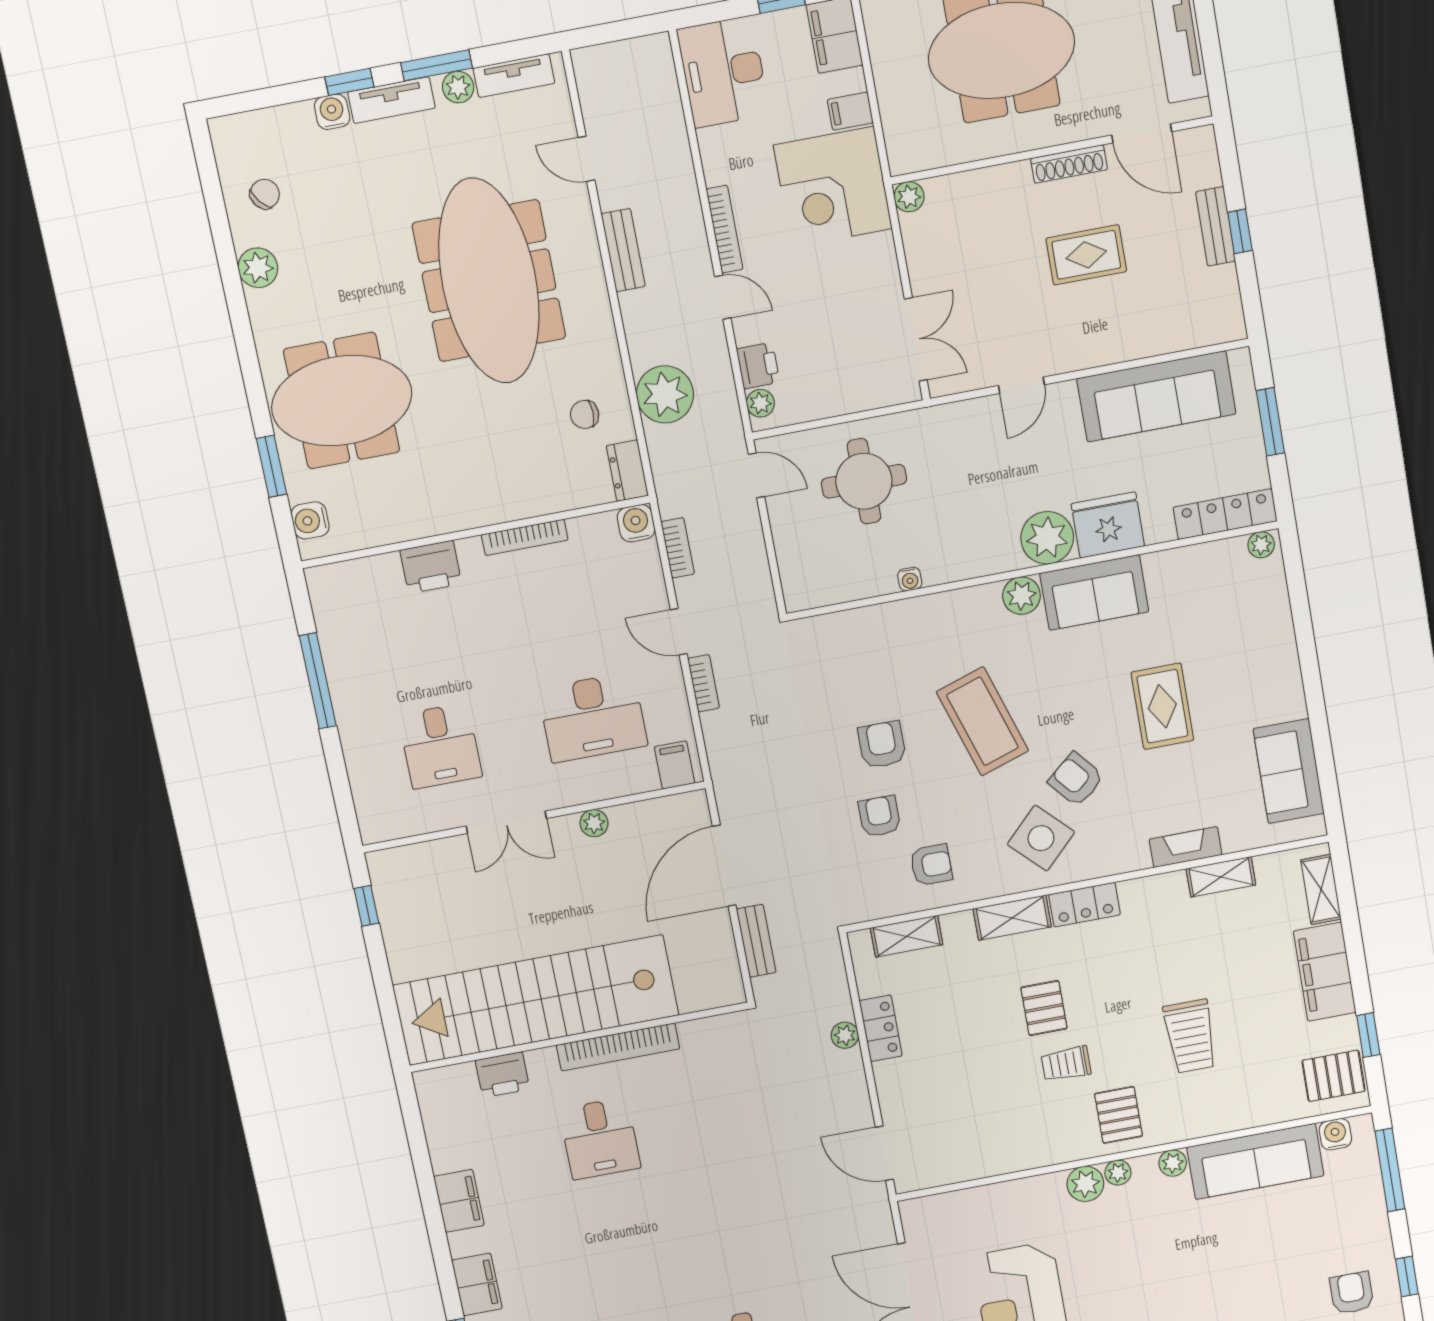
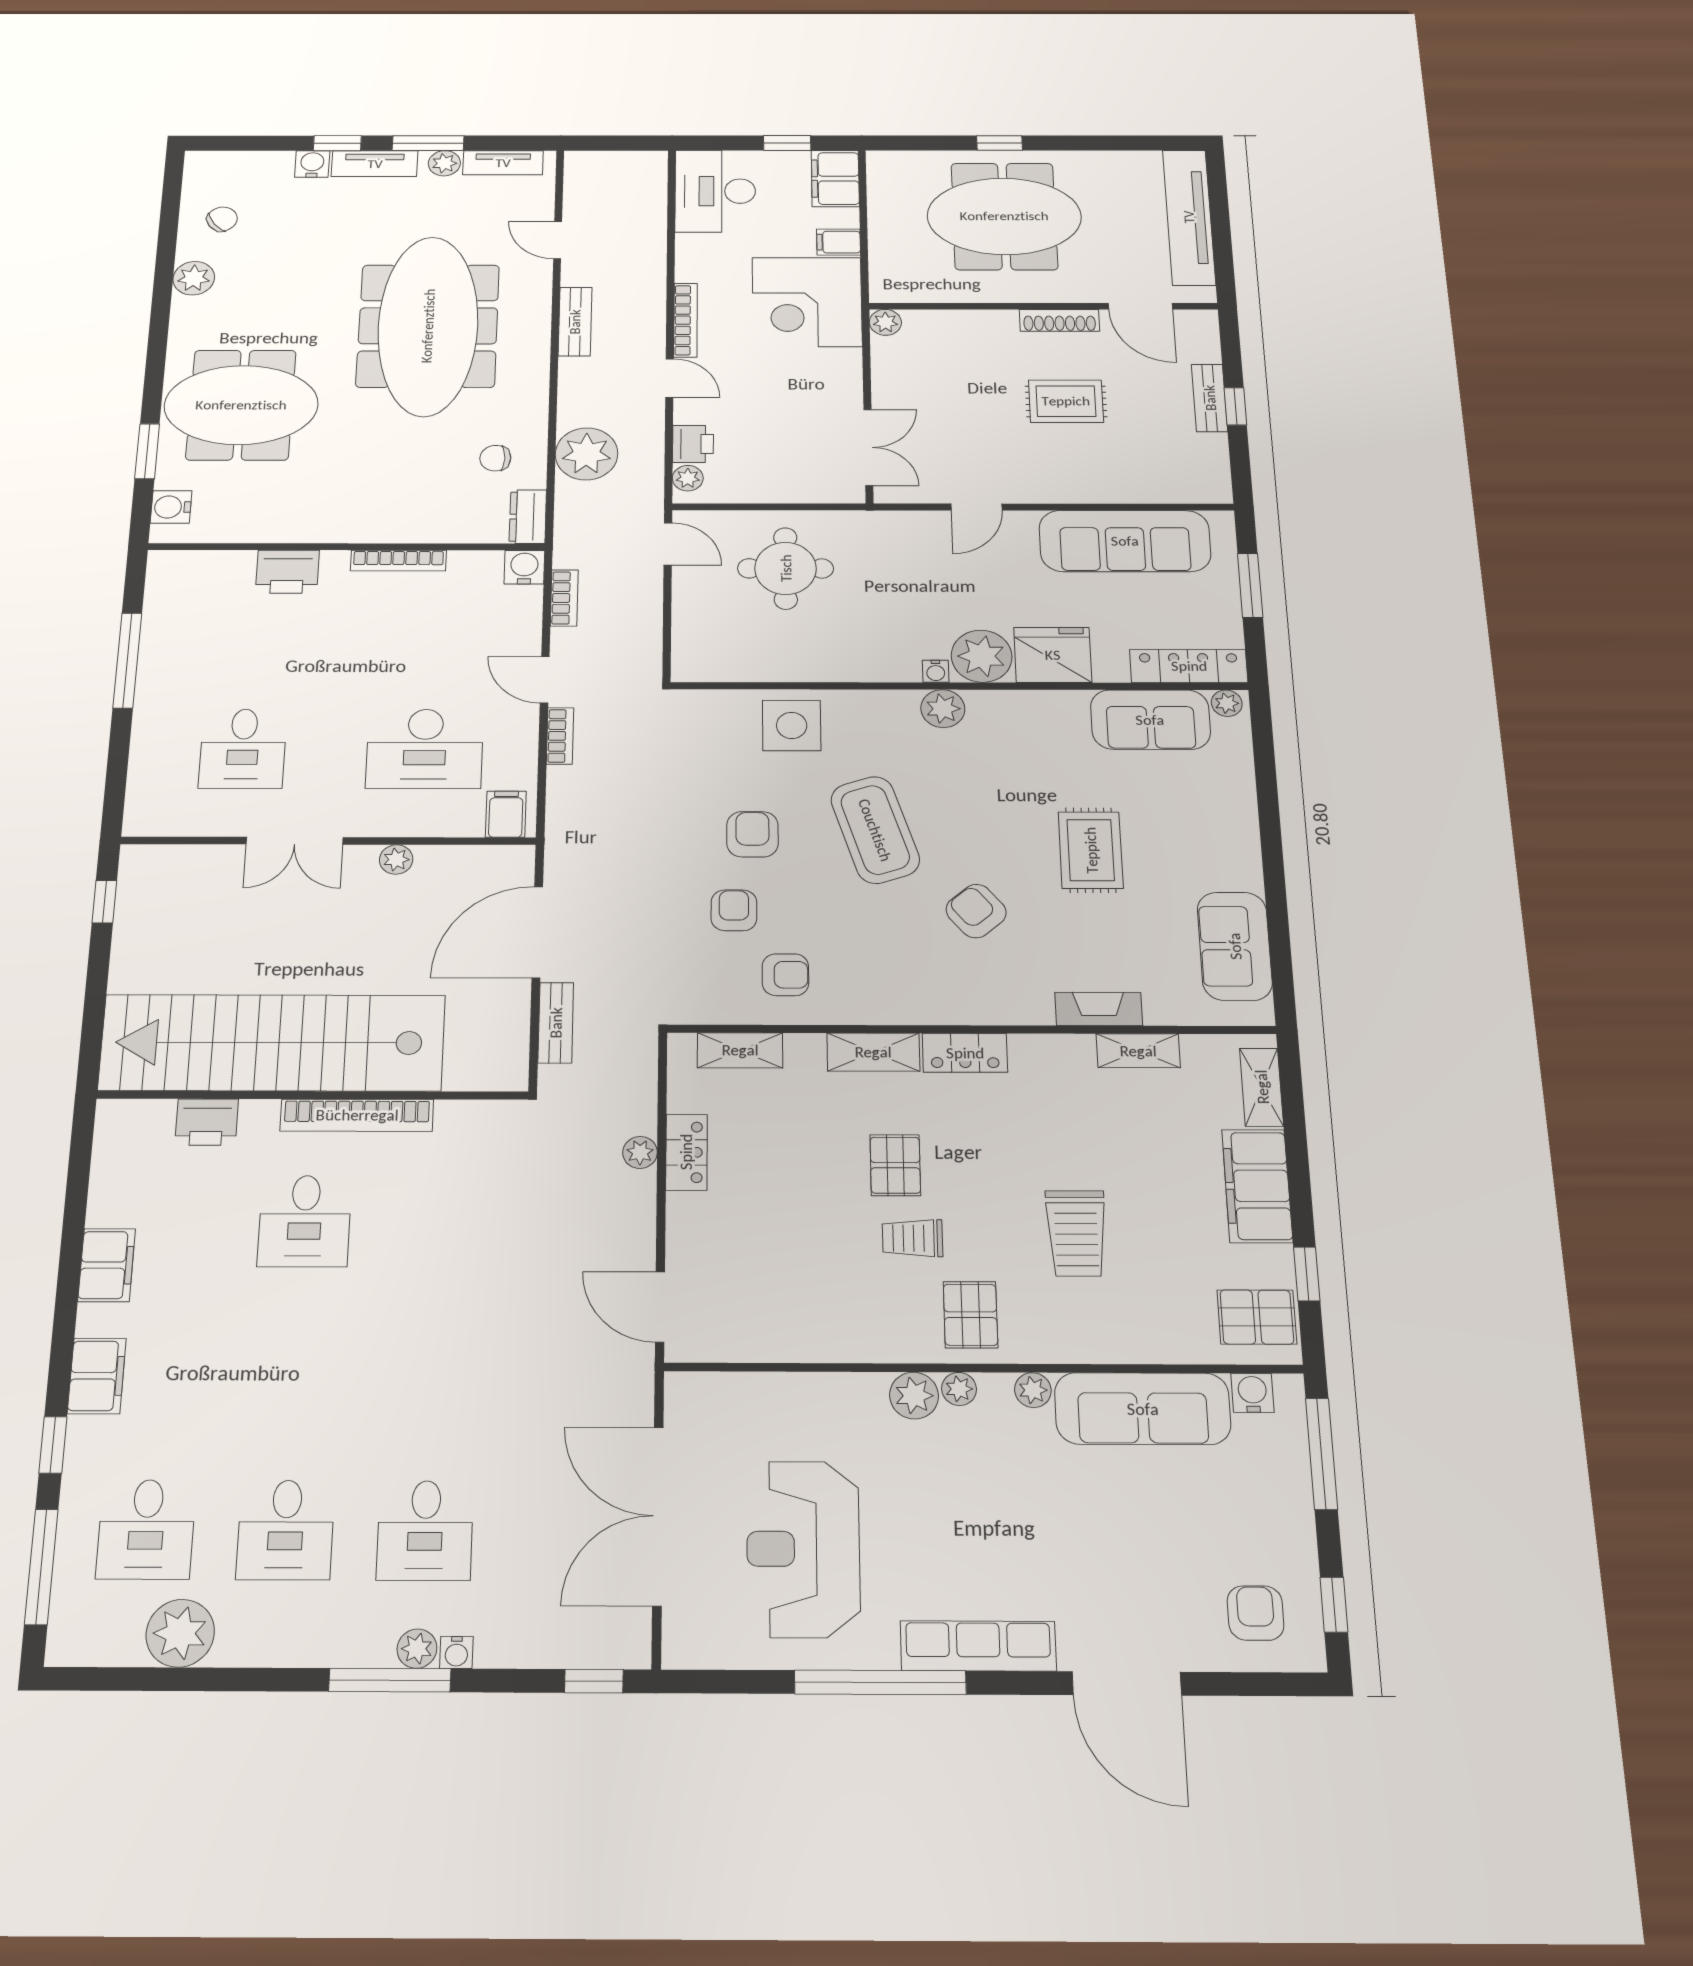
water cooler: (910, 579) -> (936, 671), moved
sofa: (1094, 593) -> (1150, 720), moved
side table: (1041, 838) -> (792, 725), moved, turned 45

